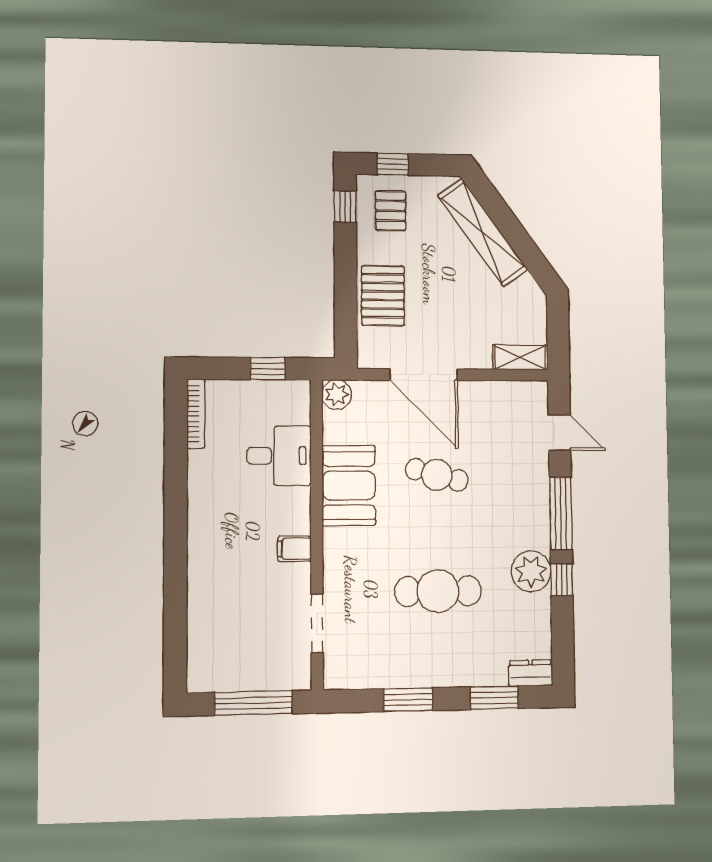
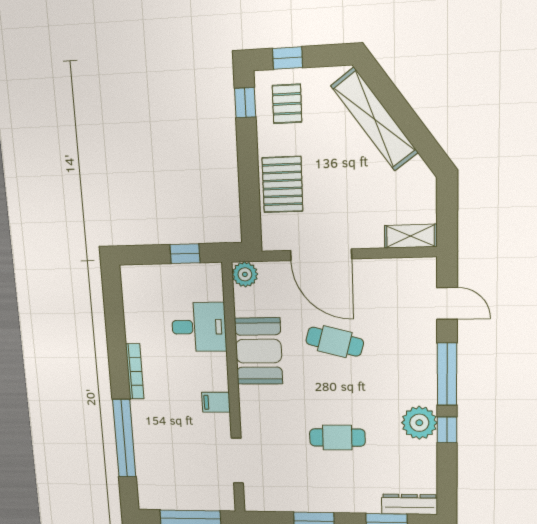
bookcase: (196, 414) -> (135, 371), moved
cafe table: (438, 591) -> (337, 438), width x0.73, depth x0.74
window: (175, 597) -> (124, 438), added
dresser: (530, 673) -> (409, 504), width x1.44

